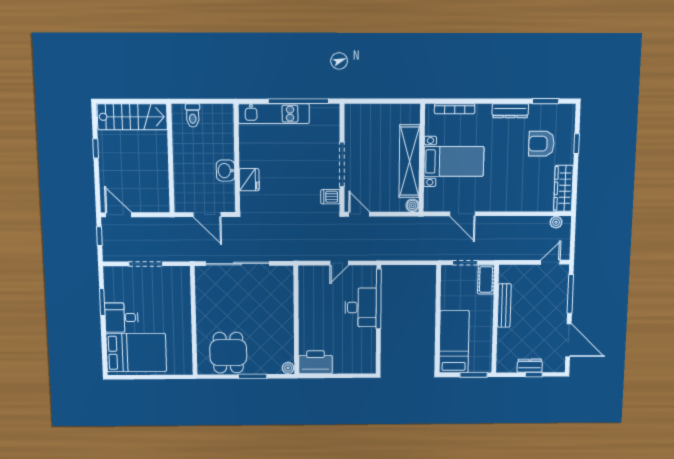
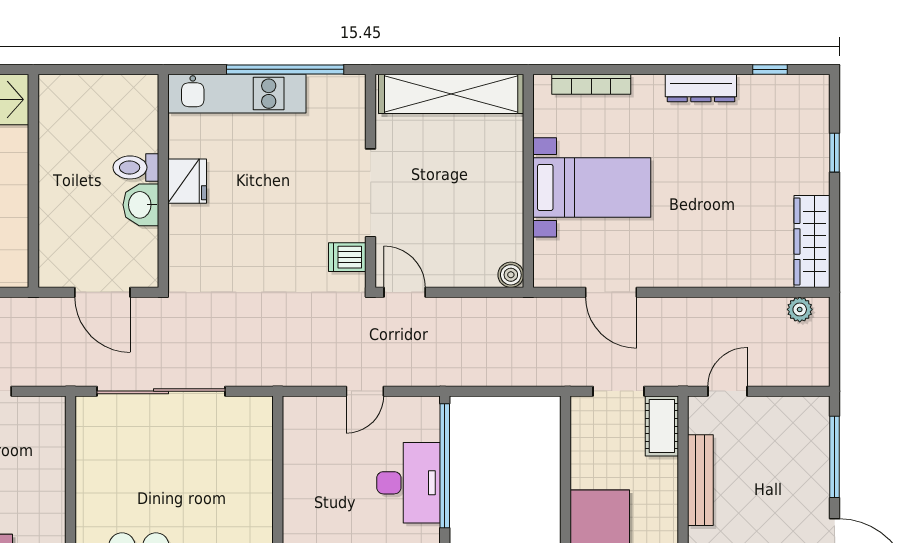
window: (546, 101) -> (770, 69), width x0.67
toilet: (193, 115) -> (136, 167), moved, turned 90
armchair: (541, 144) -> (765, 153), removed
shelving: (409, 161) -> (451, 94), moved, turned 90
fridge: (249, 180) -> (187, 181), moved
door: (550, 262) -> (727, 391), moved

